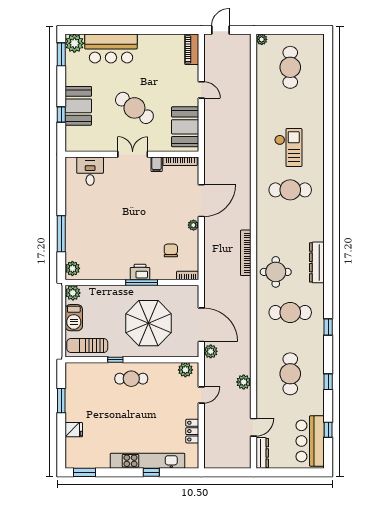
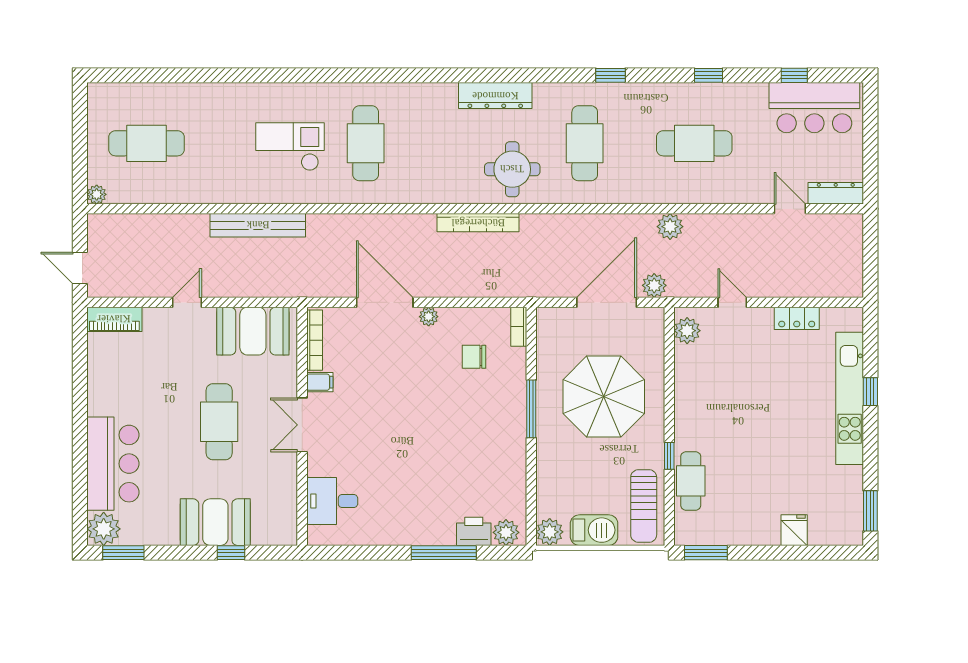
cafe table: (134, 108) -> (219, 422), turned -36
bench: (244, 129) -> (258, 225), added
printer: (140, 272) -> (474, 531), moved, turned 90
cafe table: (131, 379) -> (691, 481), moved
plant: (244, 382) -> (670, 227), moved
window: (61, 401) -> (706, 553), moved

